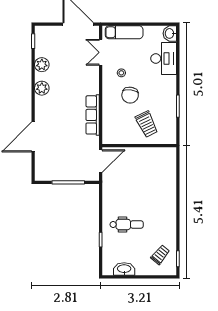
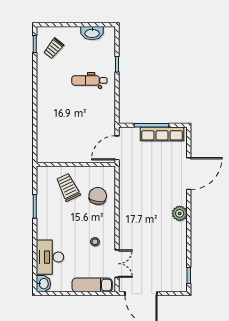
plant: (42, 65) -> (180, 250), removed
plant: (42, 88) -> (180, 213), moved
chair: (130, 95) -> (98, 196), moved
row of seats: (93, 115) -> (162, 134), moved, turned 90

